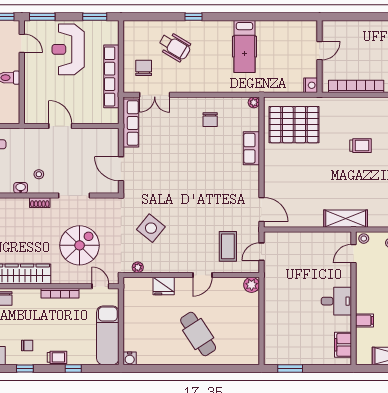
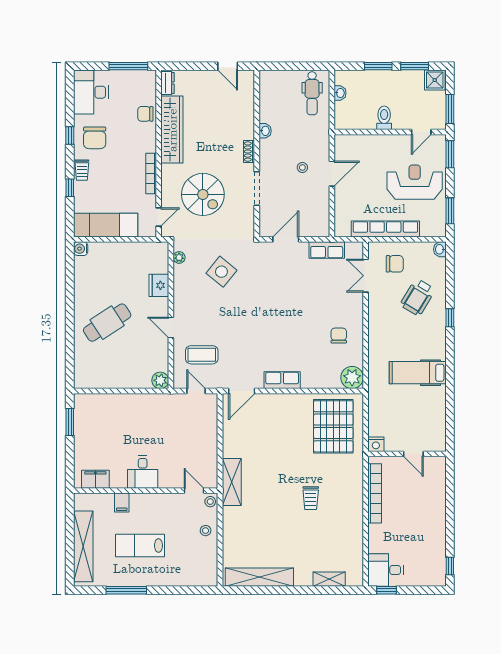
washbasin: (130, 26) -> (440, 249), added
plant: (254, 102) -> (352, 378), width x1.88, depth x1.88
chair: (210, 120) -> (339, 336), turned 90
row of seats: (131, 123) -> (327, 250), width x0.68
row of seats: (251, 148) -> (282, 380), moved
stool: (39, 174) -> (302, 167), moved
chair: (27, 346) -> (95, 138), width x1.87, depth x1.87

